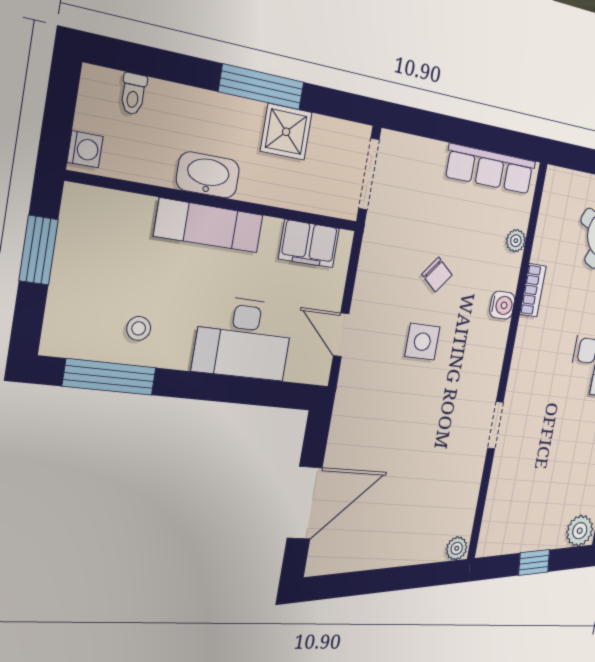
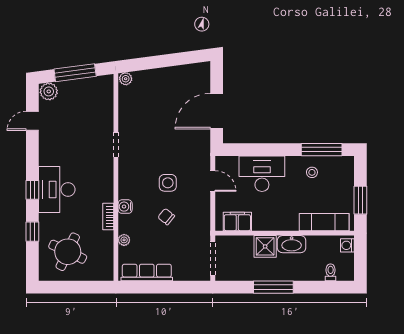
shower: (286, 132) -> (265, 246), moved
exam couch: (209, 226) -> (324, 222), moved
door: (305, 503) -> (217, 111), moved
window: (534, 562) -> (75, 73), width x2.17

